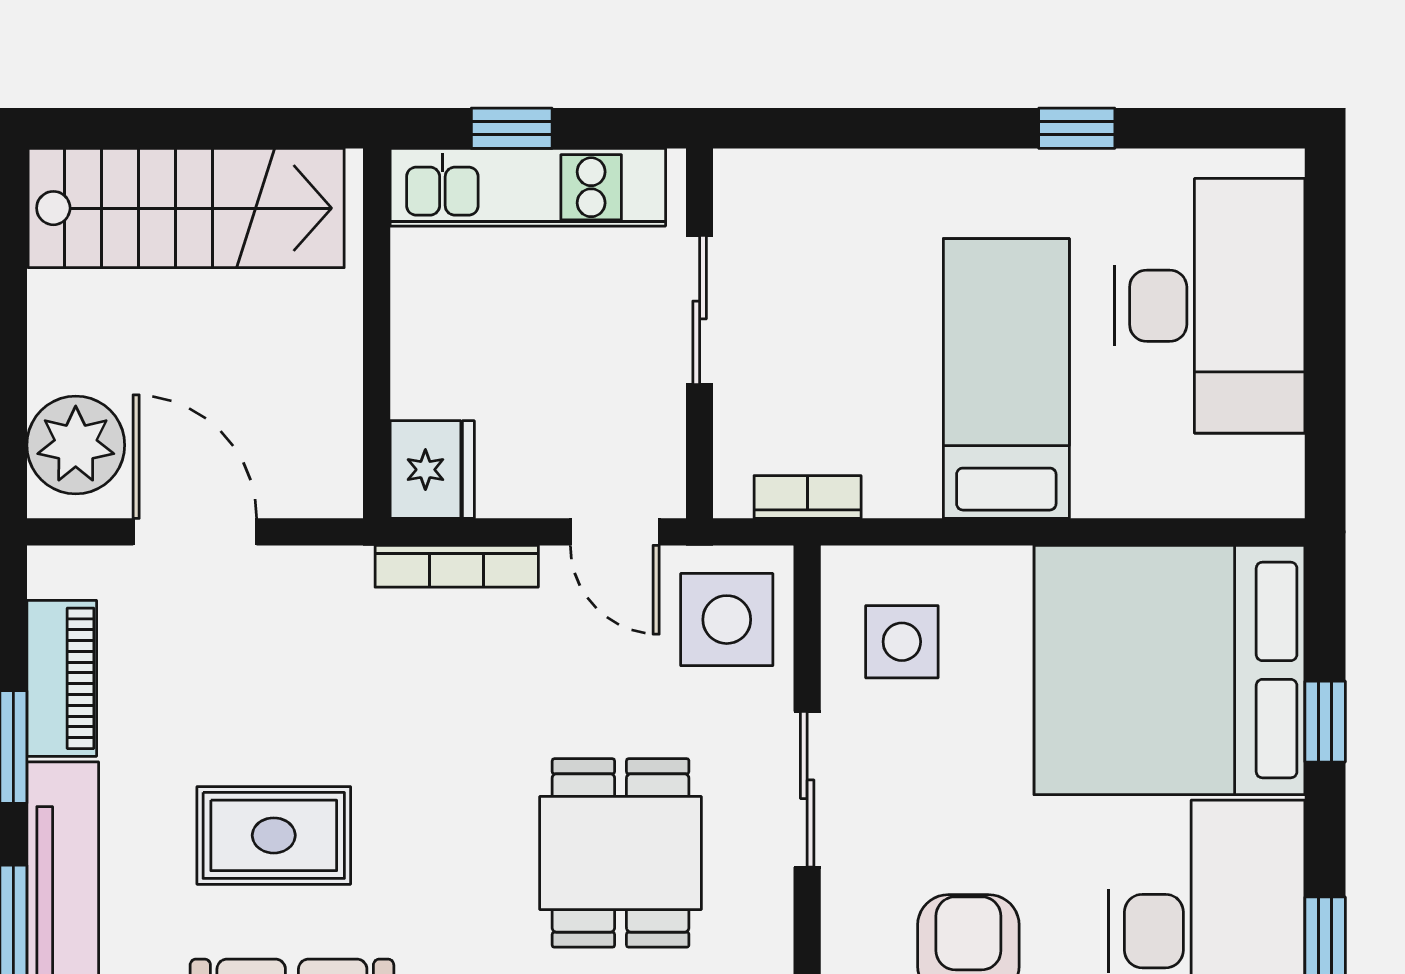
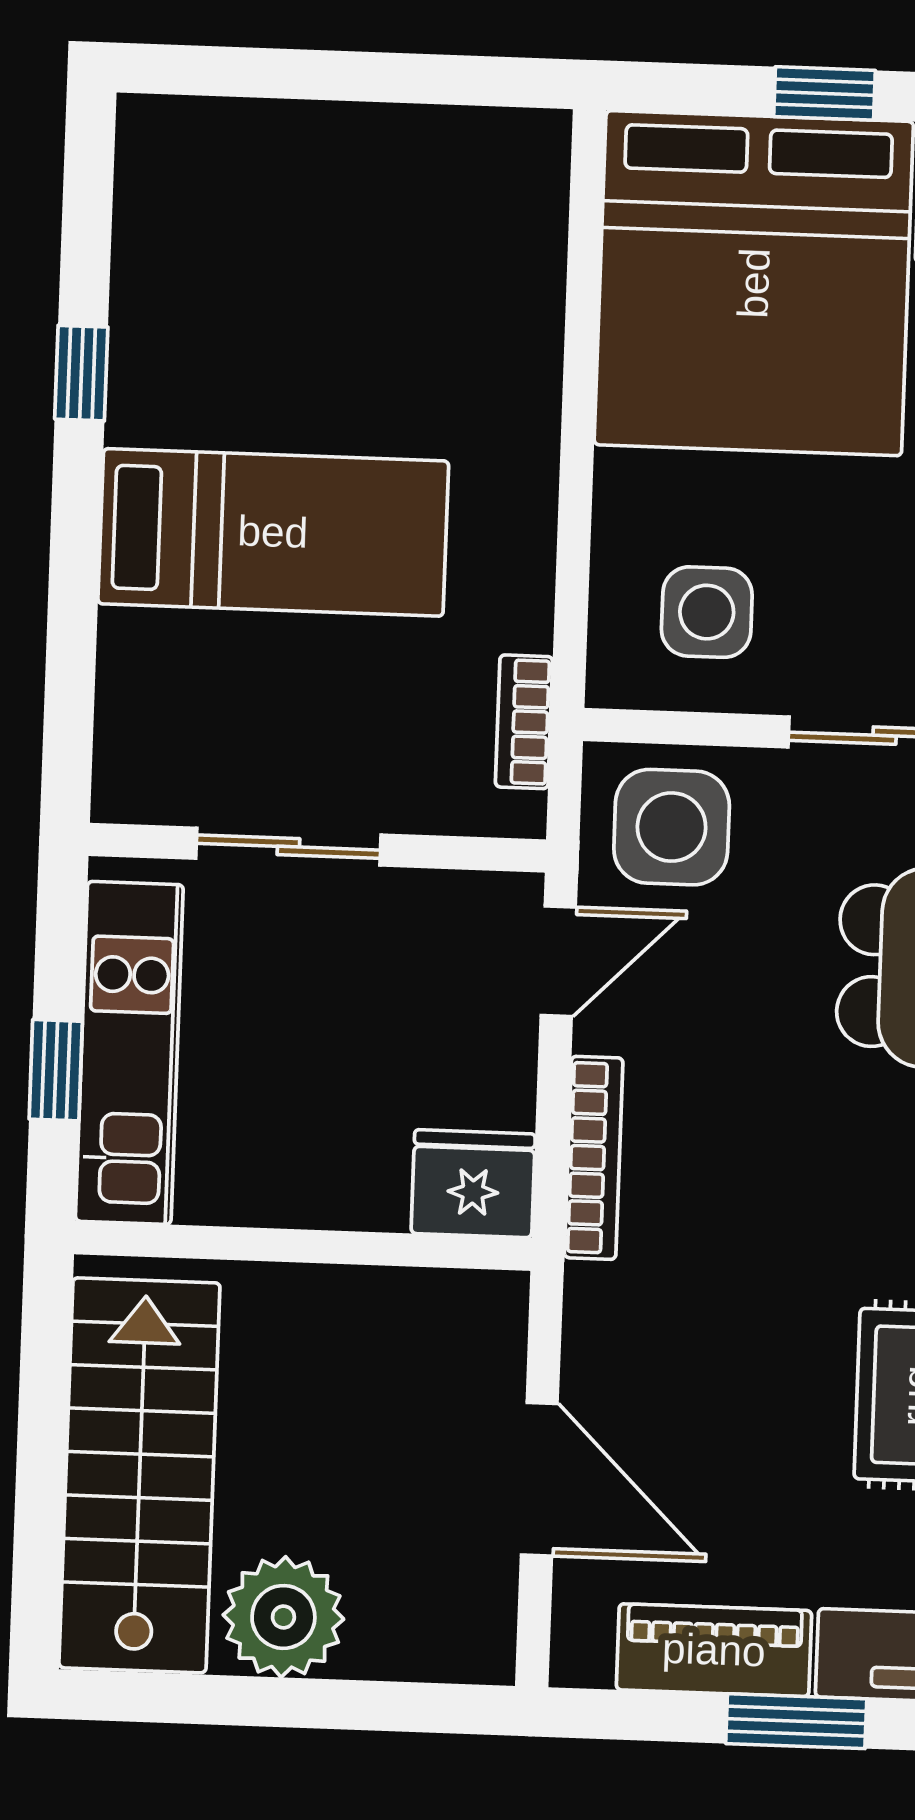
desk: (1210, 306) -> (306, 217), removed
bed: (1006, 378) -> (273, 532), moved, turned 180
plant: (76, 445) -> (283, 1617), moved
door: (195, 532) -> (539, 1479), swing flipped

